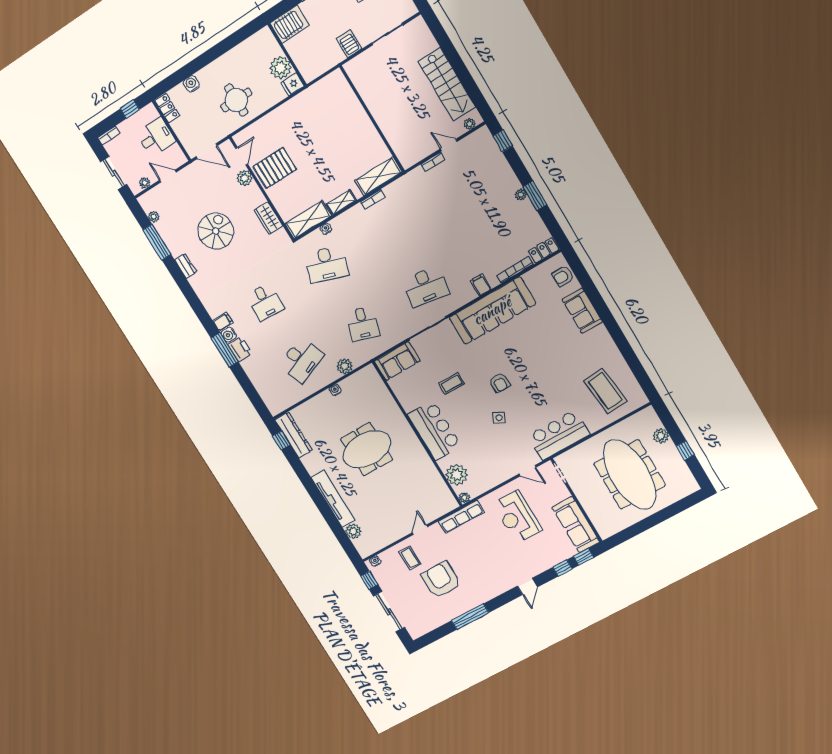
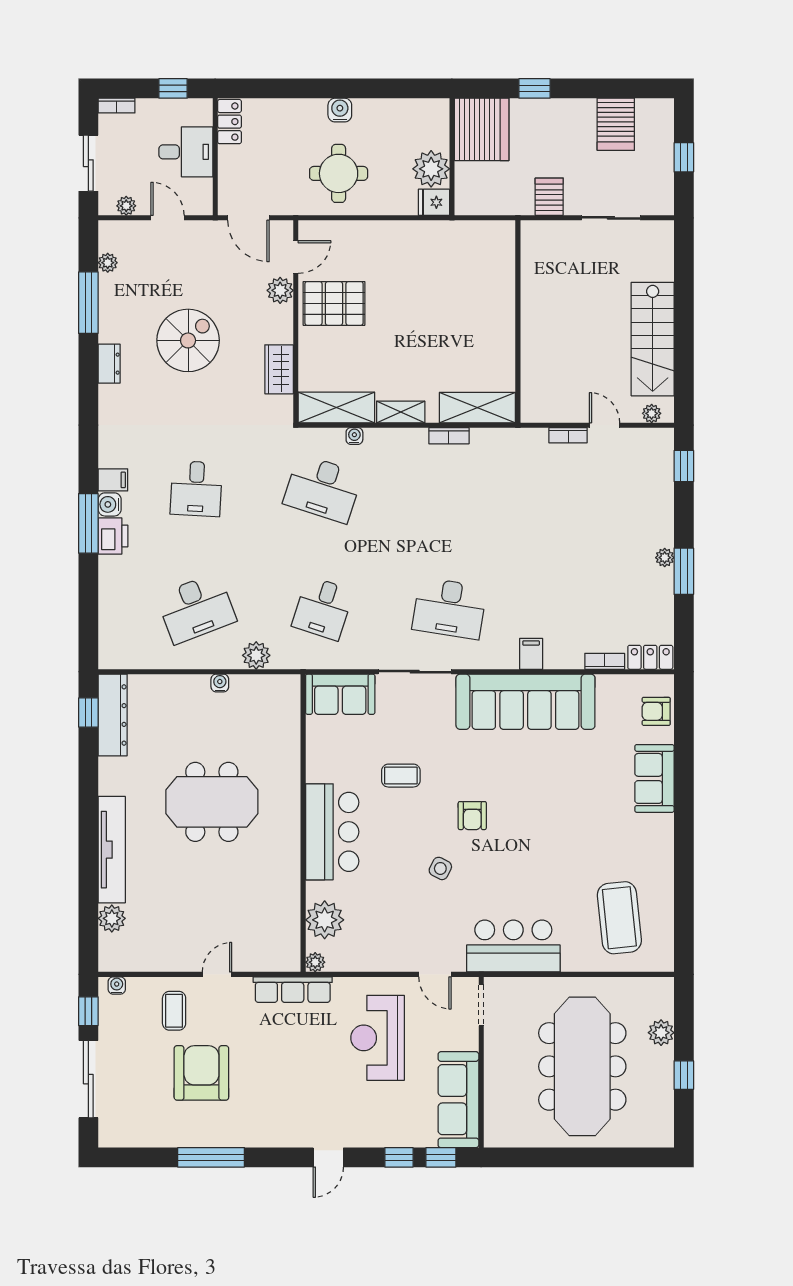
server rack: (290, 24) -> (482, 129), width x1.60
water cooler: (191, 84) -> (340, 110), moved
bookcase: (515, 270) -> (605, 661), width x0.64

